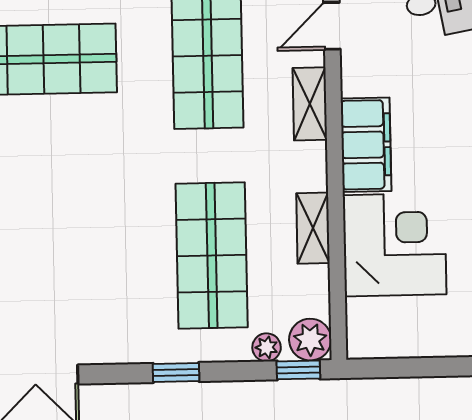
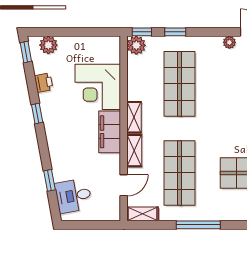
shelving: (313, 228) -> (134, 117), moved
plant: (267, 347) -> (229, 42), moved
window: (176, 372) -> (175, 32), moved

